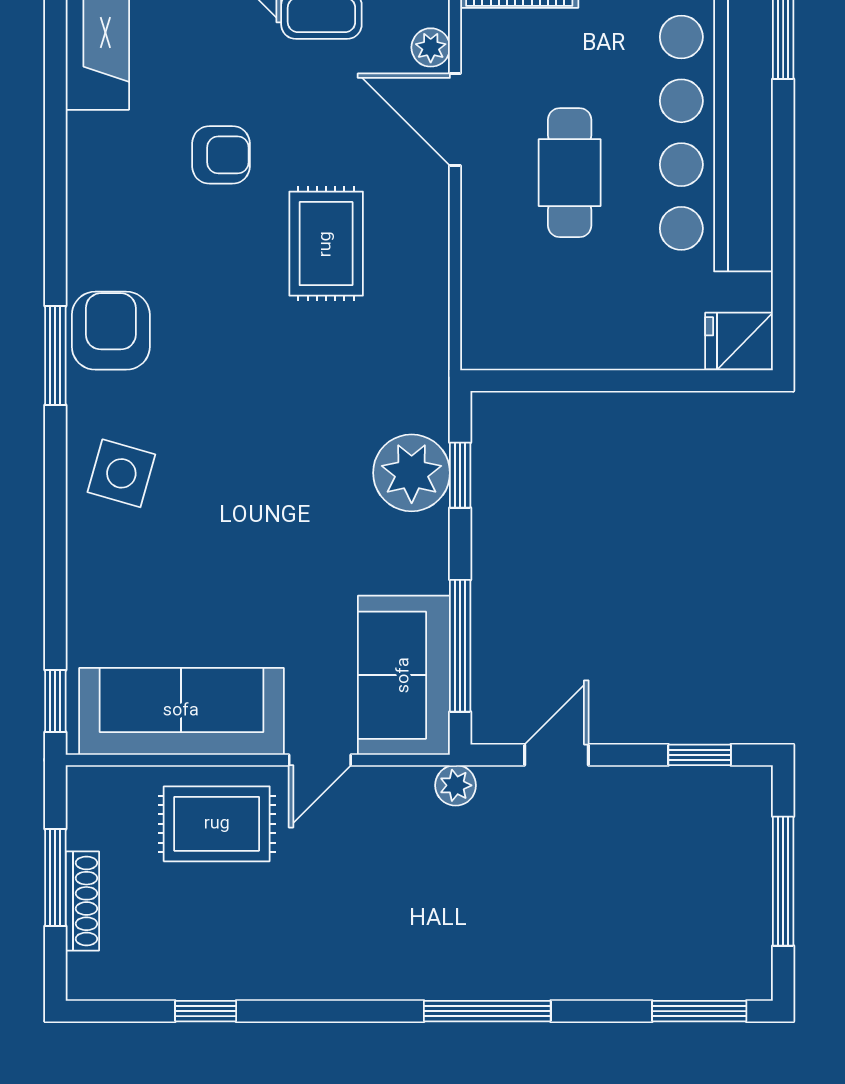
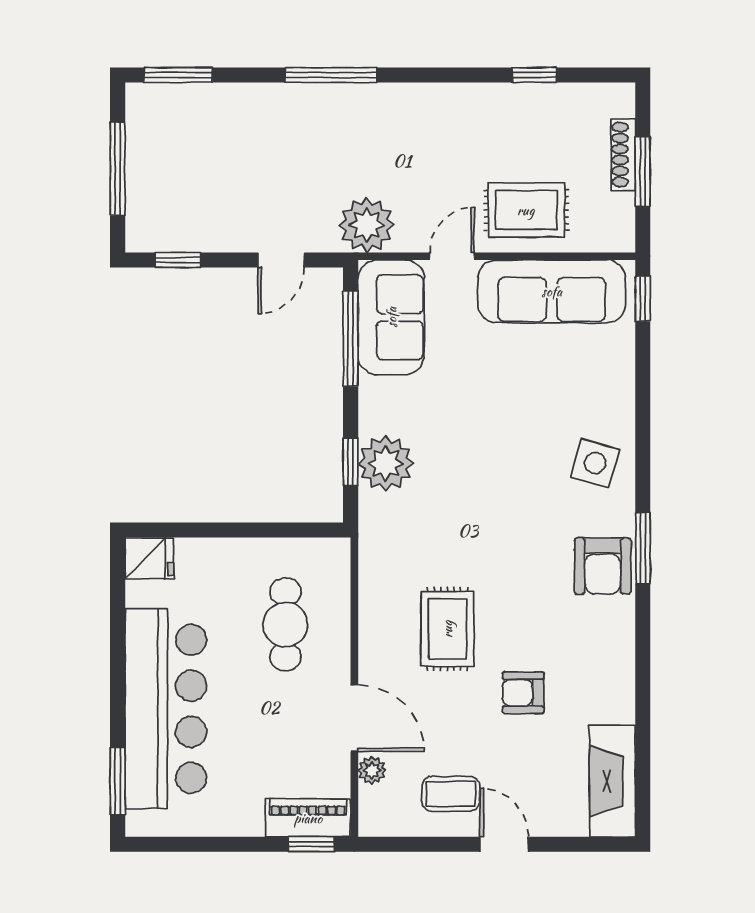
cafe table: (570, 173) -> (285, 624), moved
plant: (456, 785) -> (367, 225), width x1.88, depth x1.88

